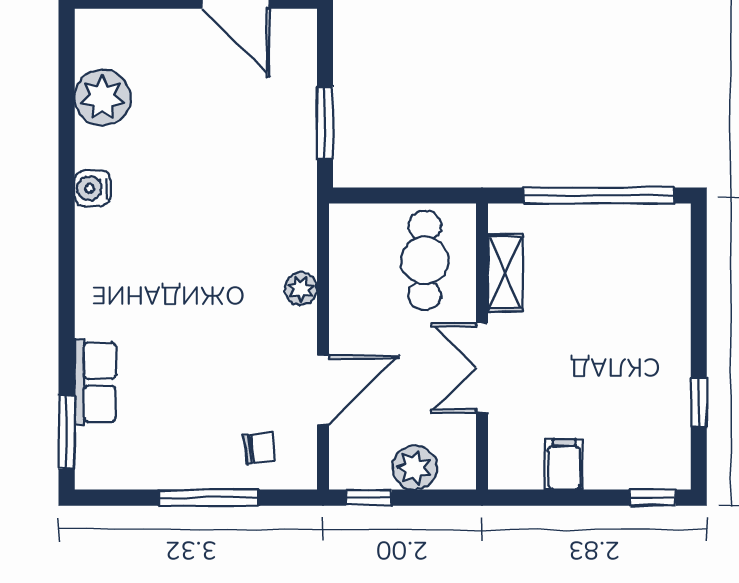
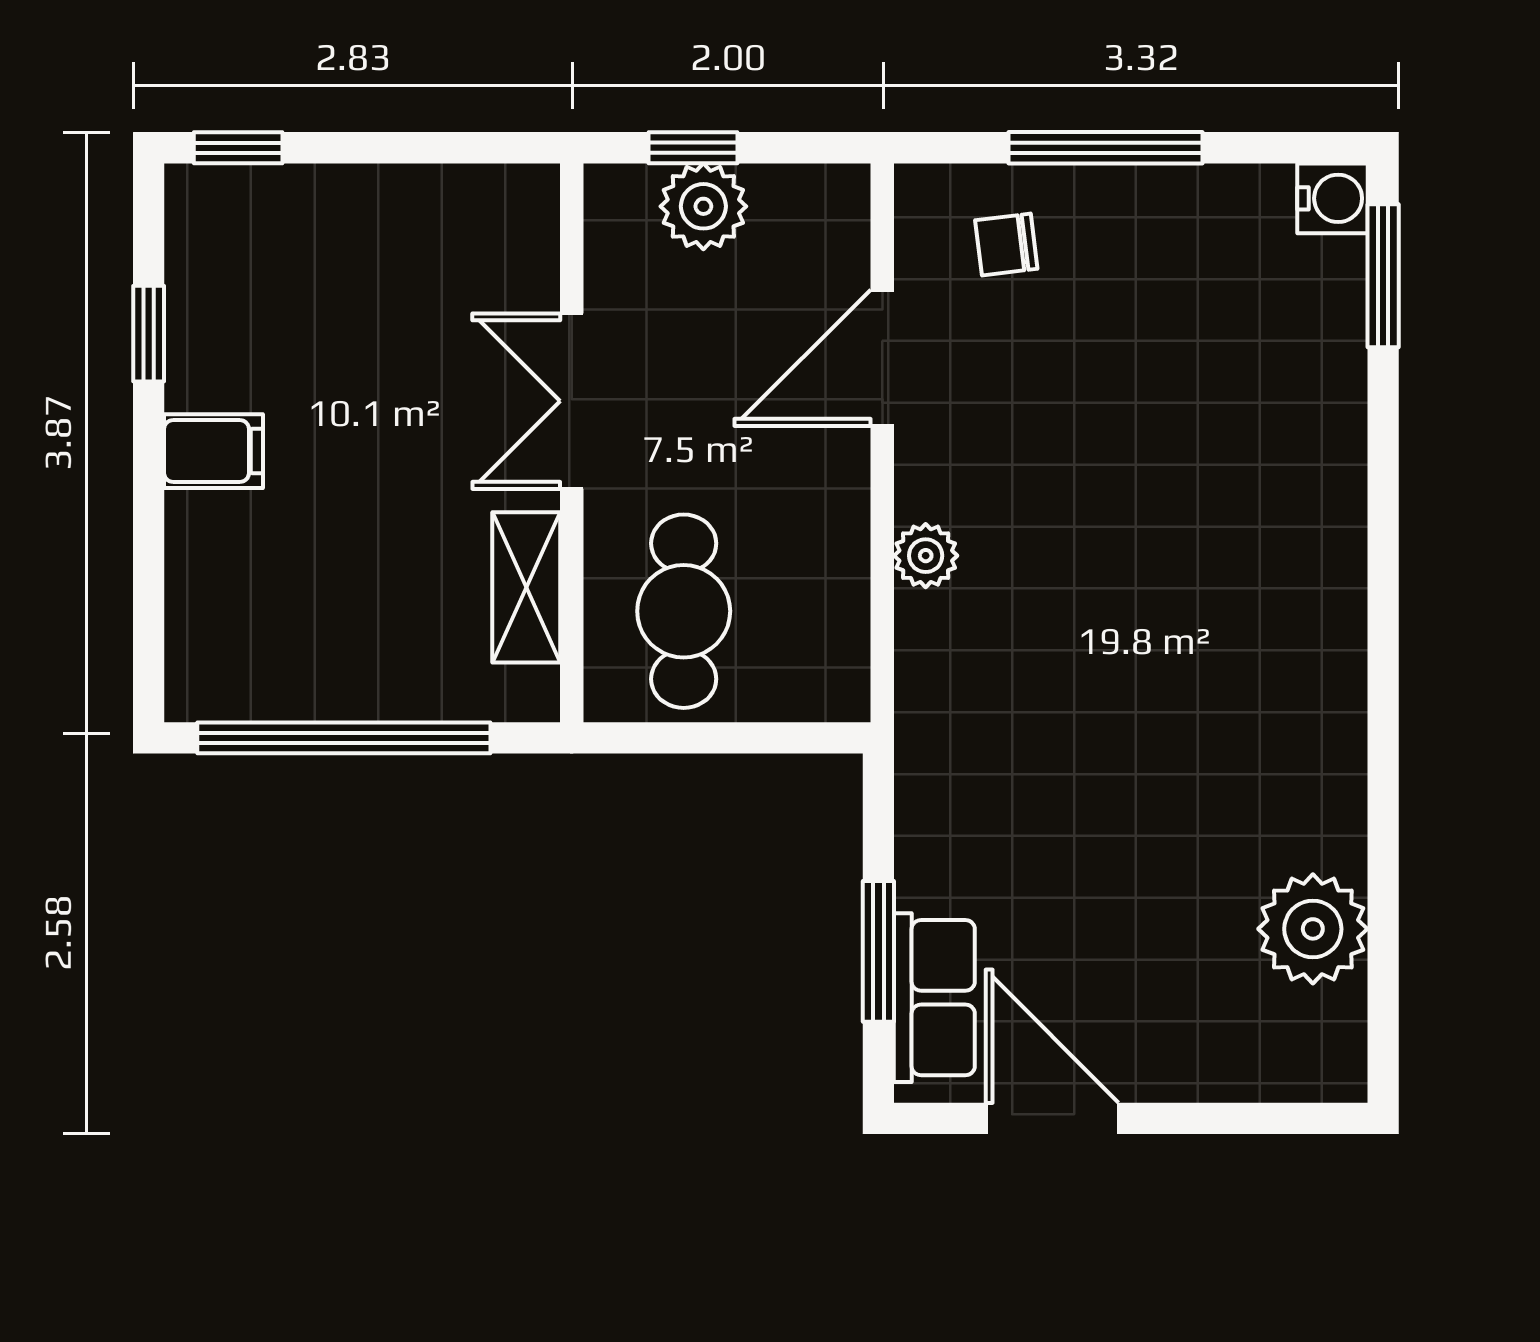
window: (325, 123) -> (878, 951), moved
water cooler: (92, 188) -> (1332, 198), moved
double door: (482, 368) -> (572, 401), swing flipped
row of seats: (95, 382) -> (934, 998), moved, turned 180
filing cabinet: (564, 464) -> (213, 451), moved, turned -90
window: (369, 498) -> (693, 148), moved

